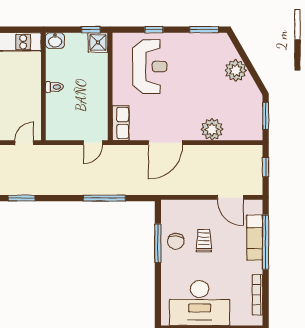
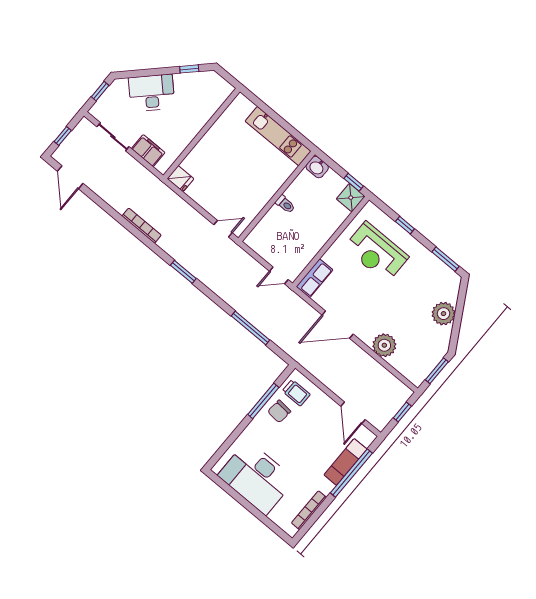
reception desk: (150, 67) -> (376, 252), turned 90
trolley: (204, 241) -> (296, 393), moved, turned 90

